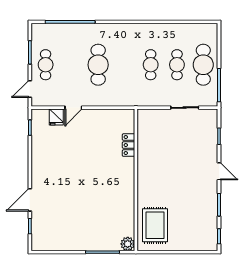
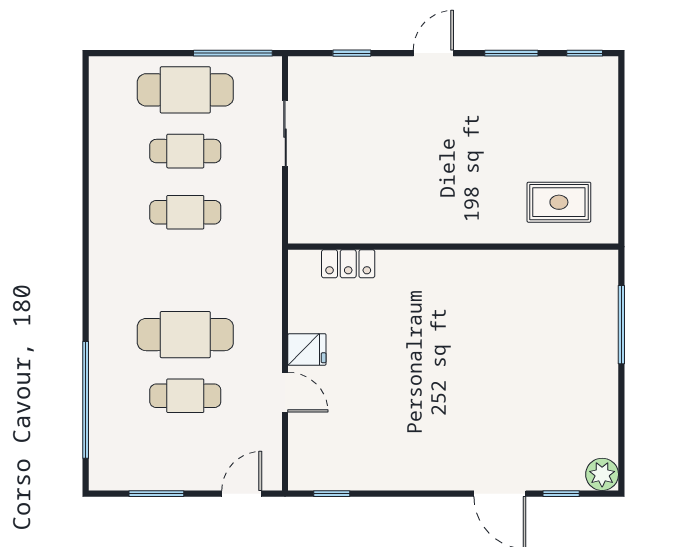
cafe table: (46, 65) -> (185, 396), moved
door: (30, 89) -> (242, 494), swing flipped
fridge: (56, 117) -> (307, 349), moved
locker: (129, 145) -> (348, 264), moved
rug: (155, 225) -> (559, 202), width x0.73, depth x0.70
plant: (128, 244) -> (602, 474), moved

